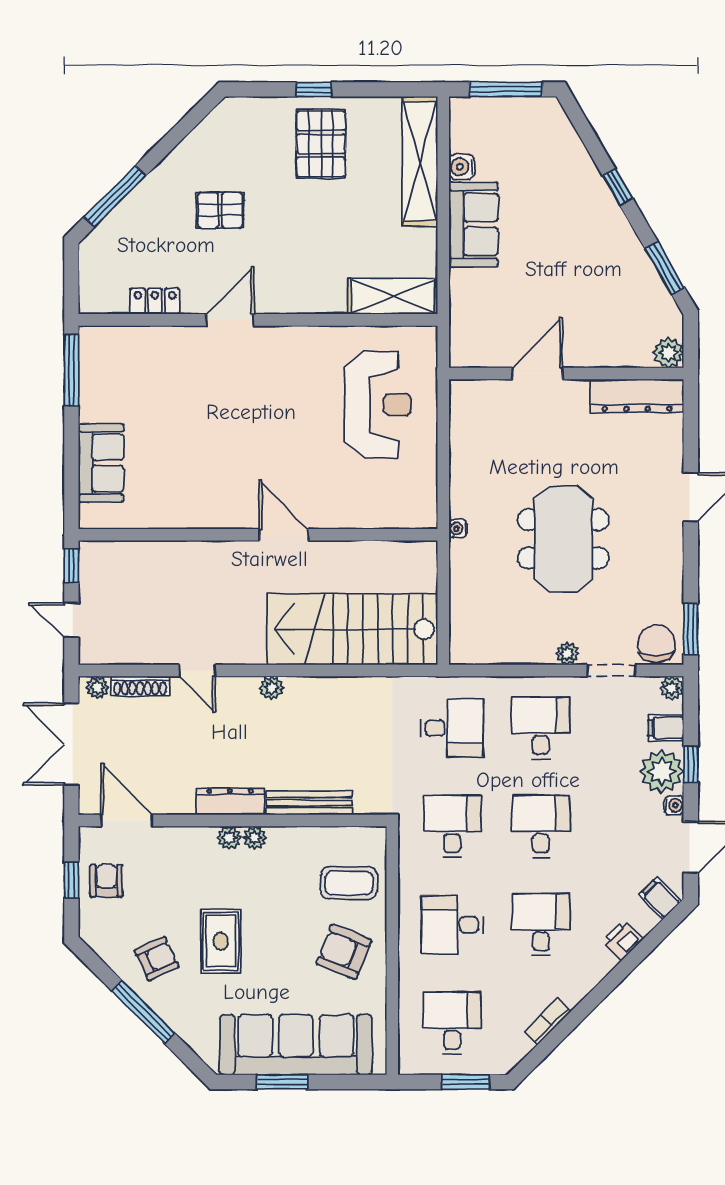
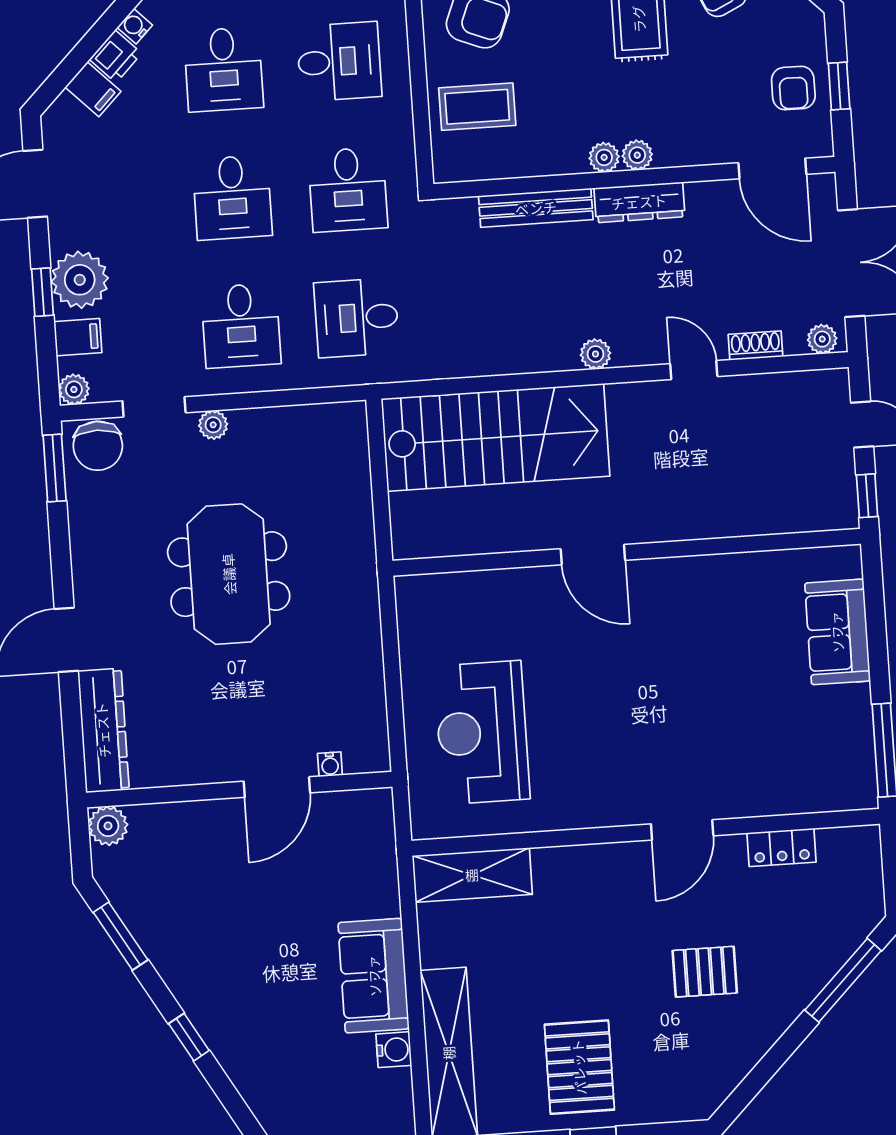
dresser: (637, 396) -> (103, 730), moved, turned 90
water cooler: (458, 529) -> (330, 764), moved, turned 90
shoe rack: (140, 686) -> (756, 345), width x0.70
water cooler: (674, 805) -> (135, 26), moved, turned 45
filing cabinet: (660, 898) -> (93, 89), moved

